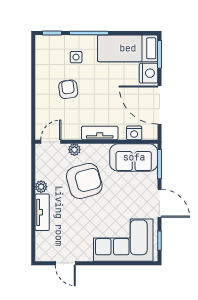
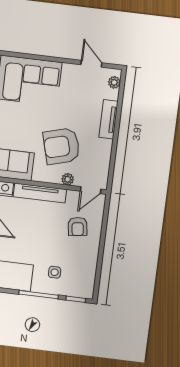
armchair: (68, 89) -> (78, 227), moved
tv unit: (100, 133) -> (40, 193), width x1.41
plant: (41, 187) -> (114, 82), moved

